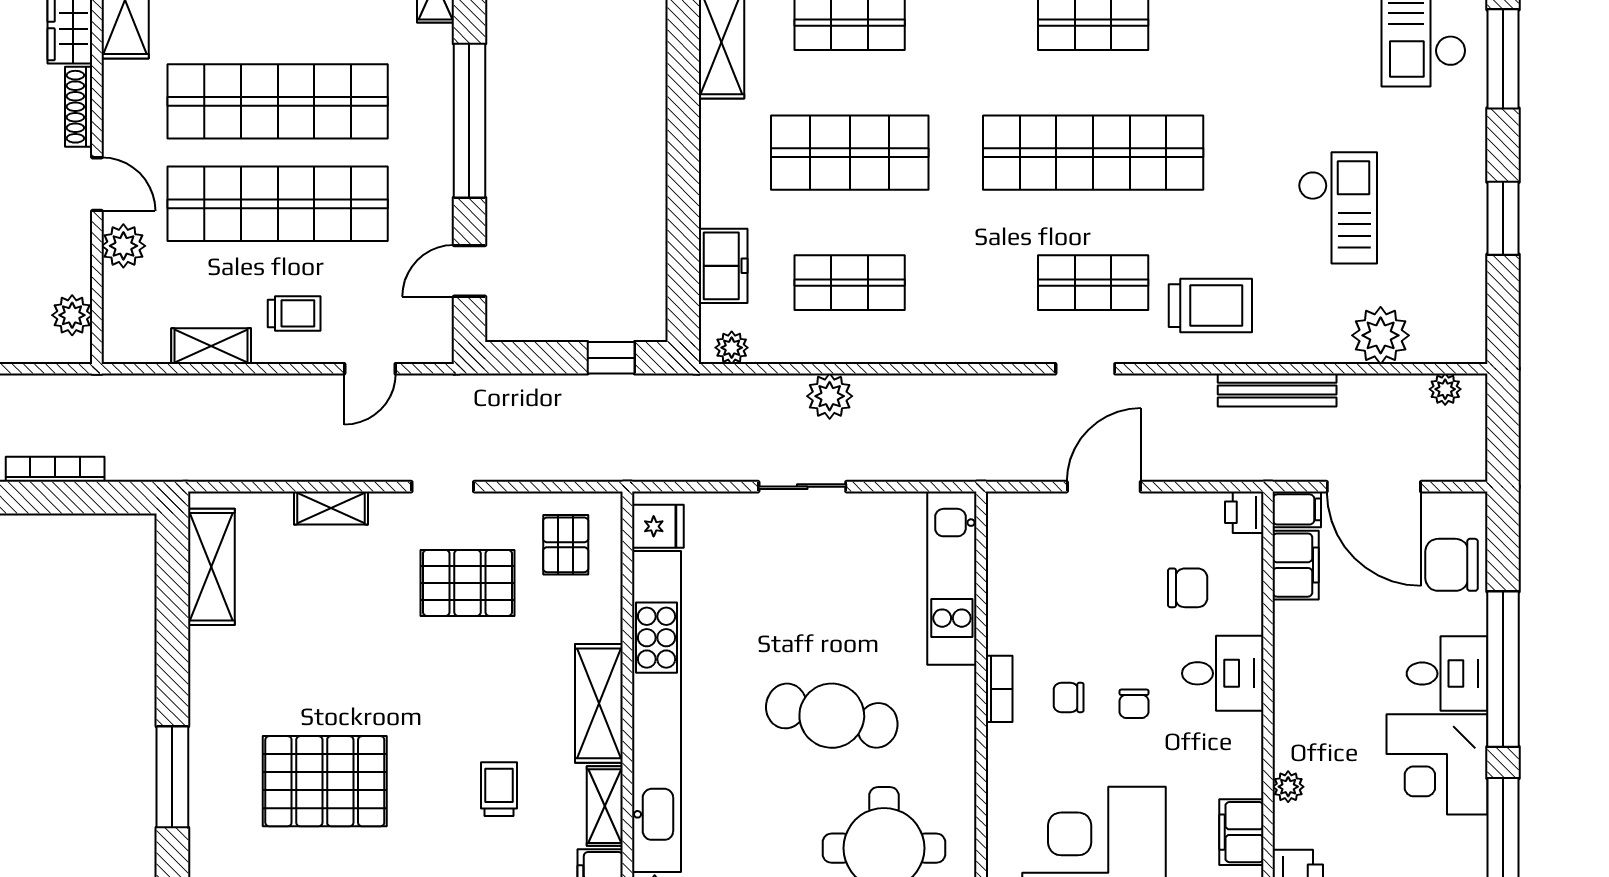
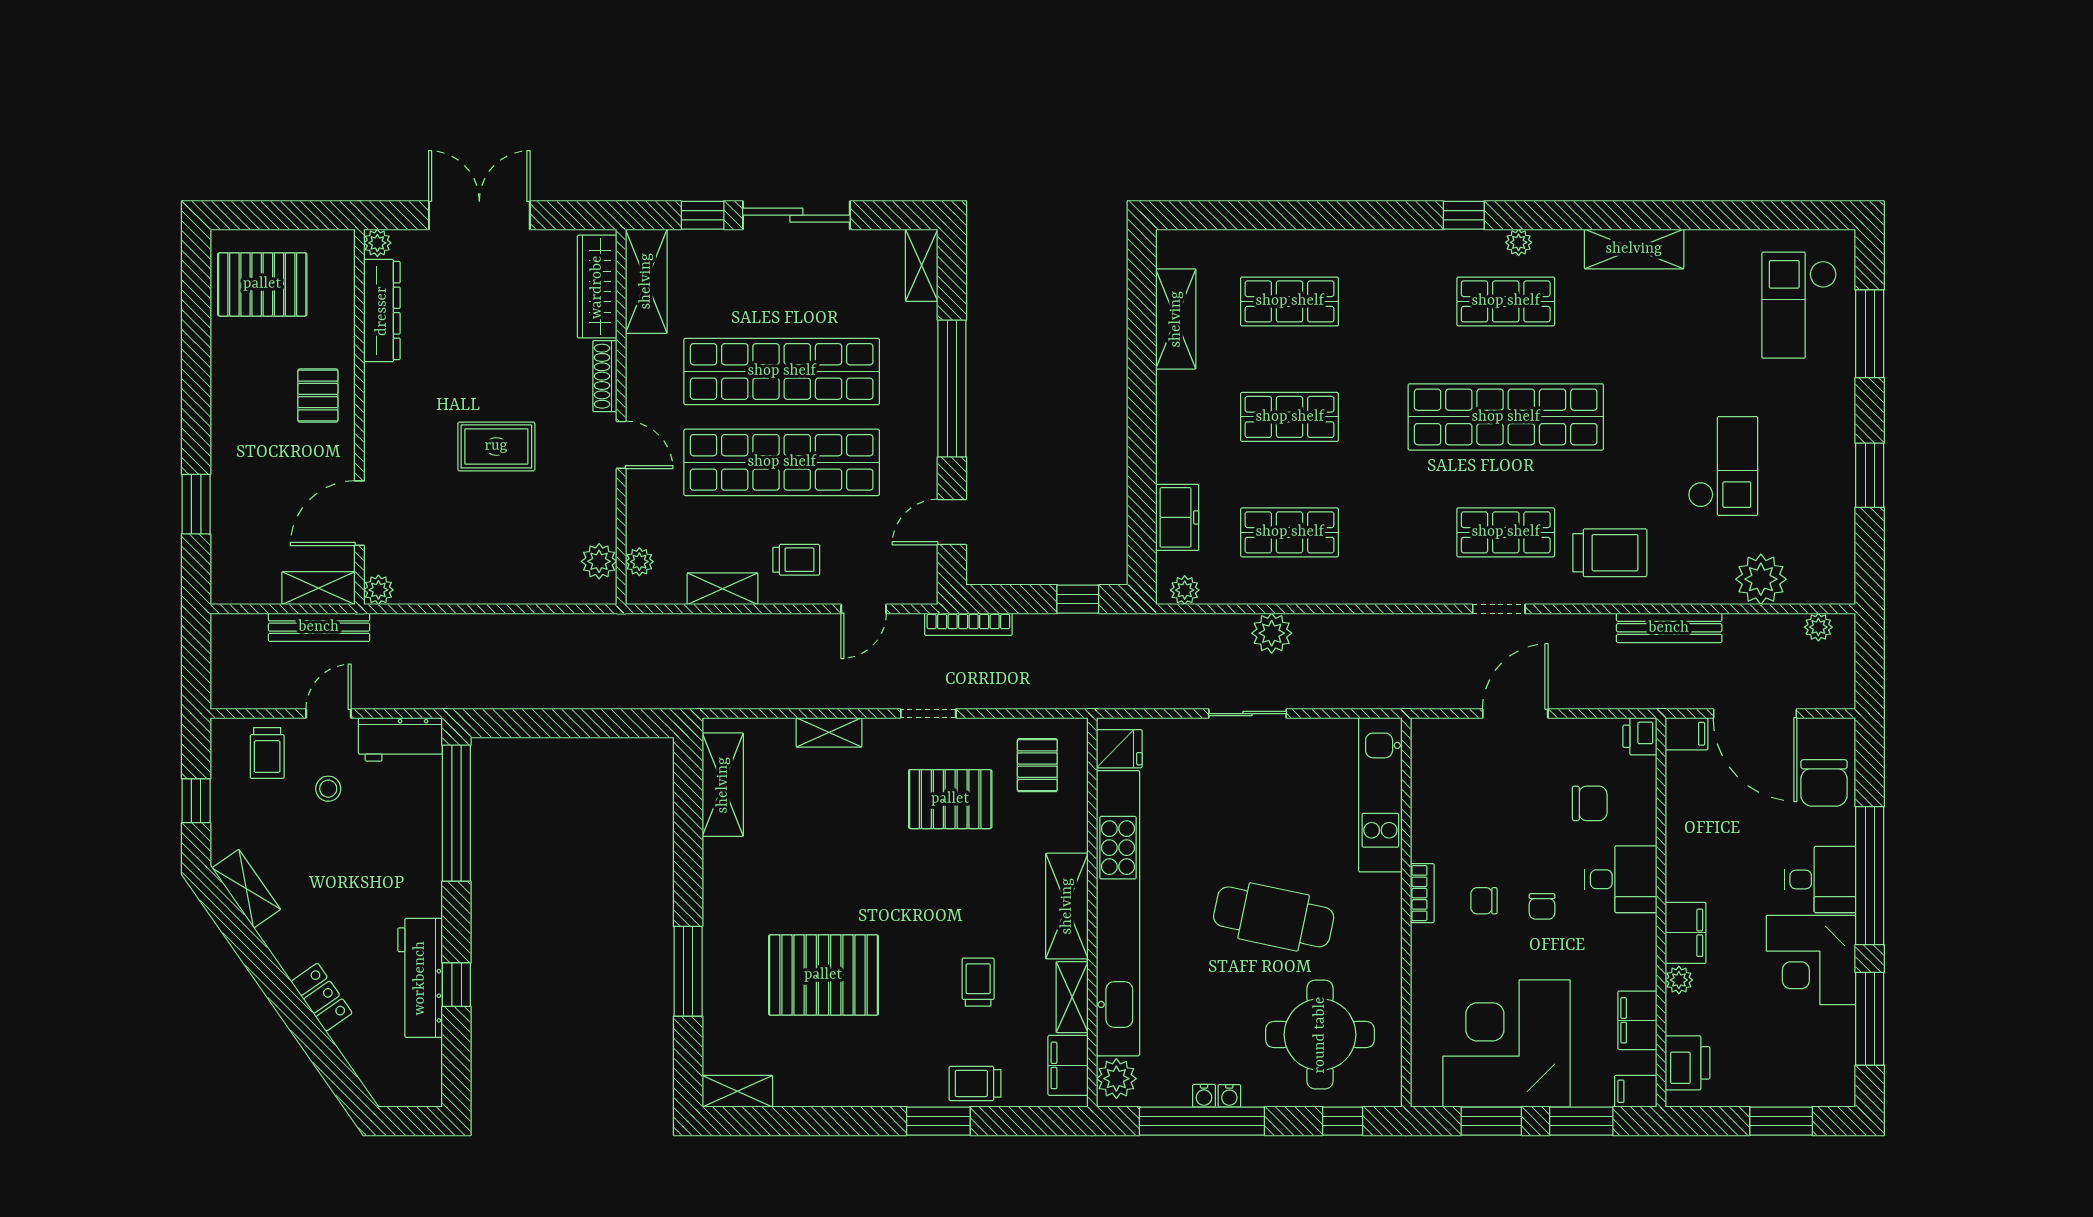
shop shelf: (850, 153) -> (1290, 417), width x0.70, depth x0.74
plant: (123, 246) -> (639, 562), moved, width x0.73, depth x0.73
bookcase: (55, 469) -> (968, 624), moved, turned 180
filing cabinet: (1296, 565) -> (1686, 933), moved
chair: (1452, 565) -> (1824, 783), turned -90

